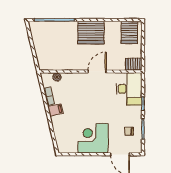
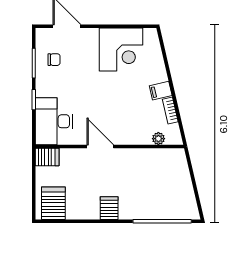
server rack: (91, 32) -> (109, 208), width x0.46, depth x0.70
door: (97, 71) -> (100, 147), swing flipped
corner desk: (93, 138) -> (121, 49), moved

